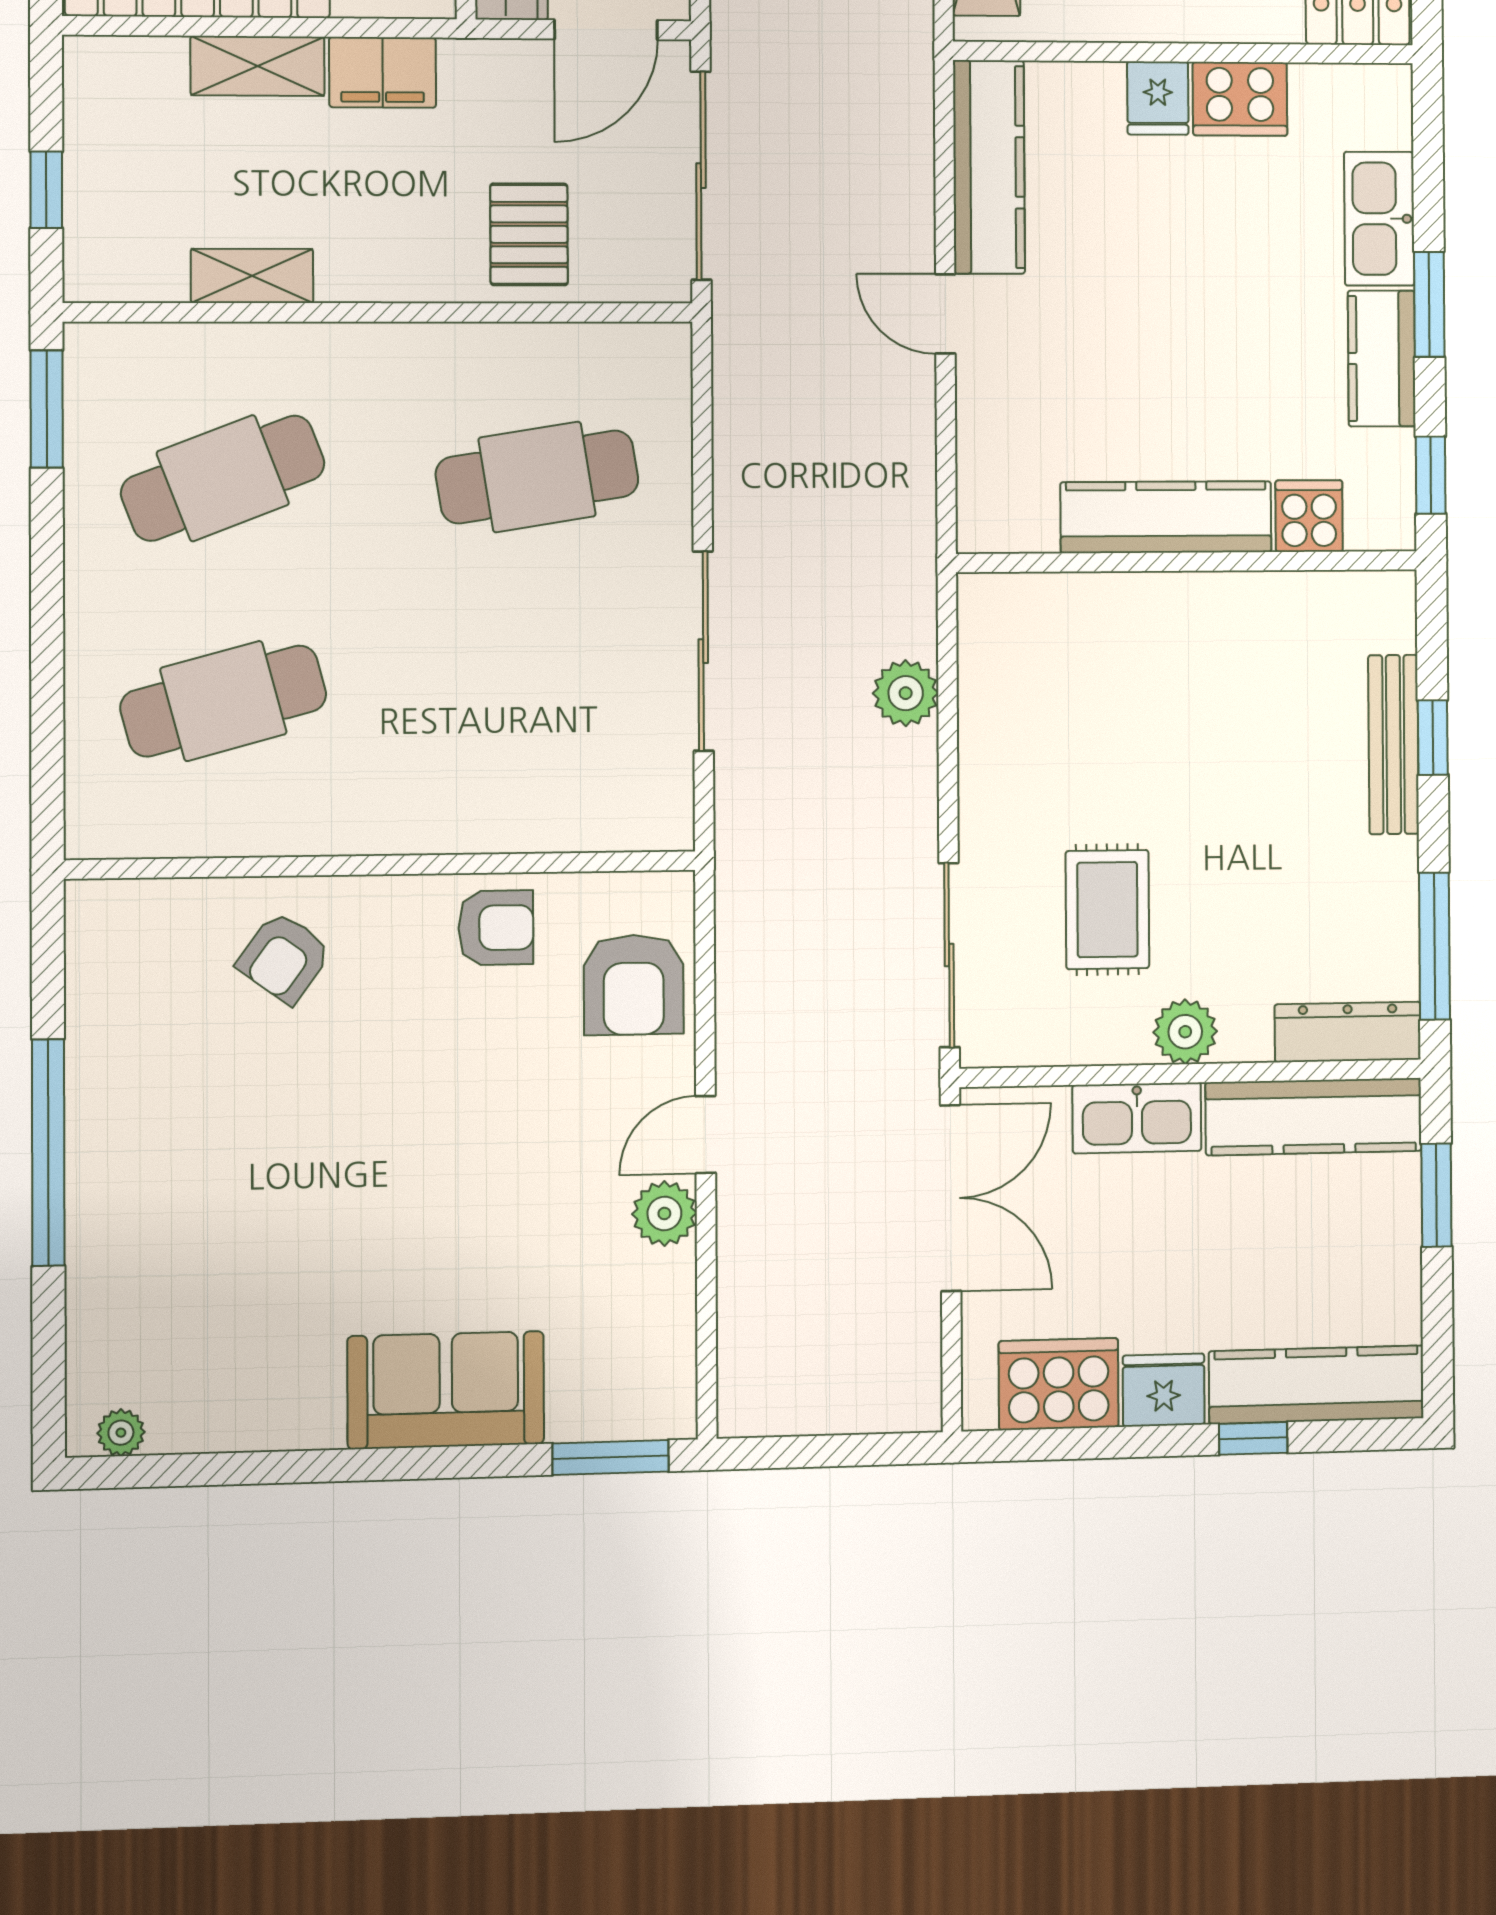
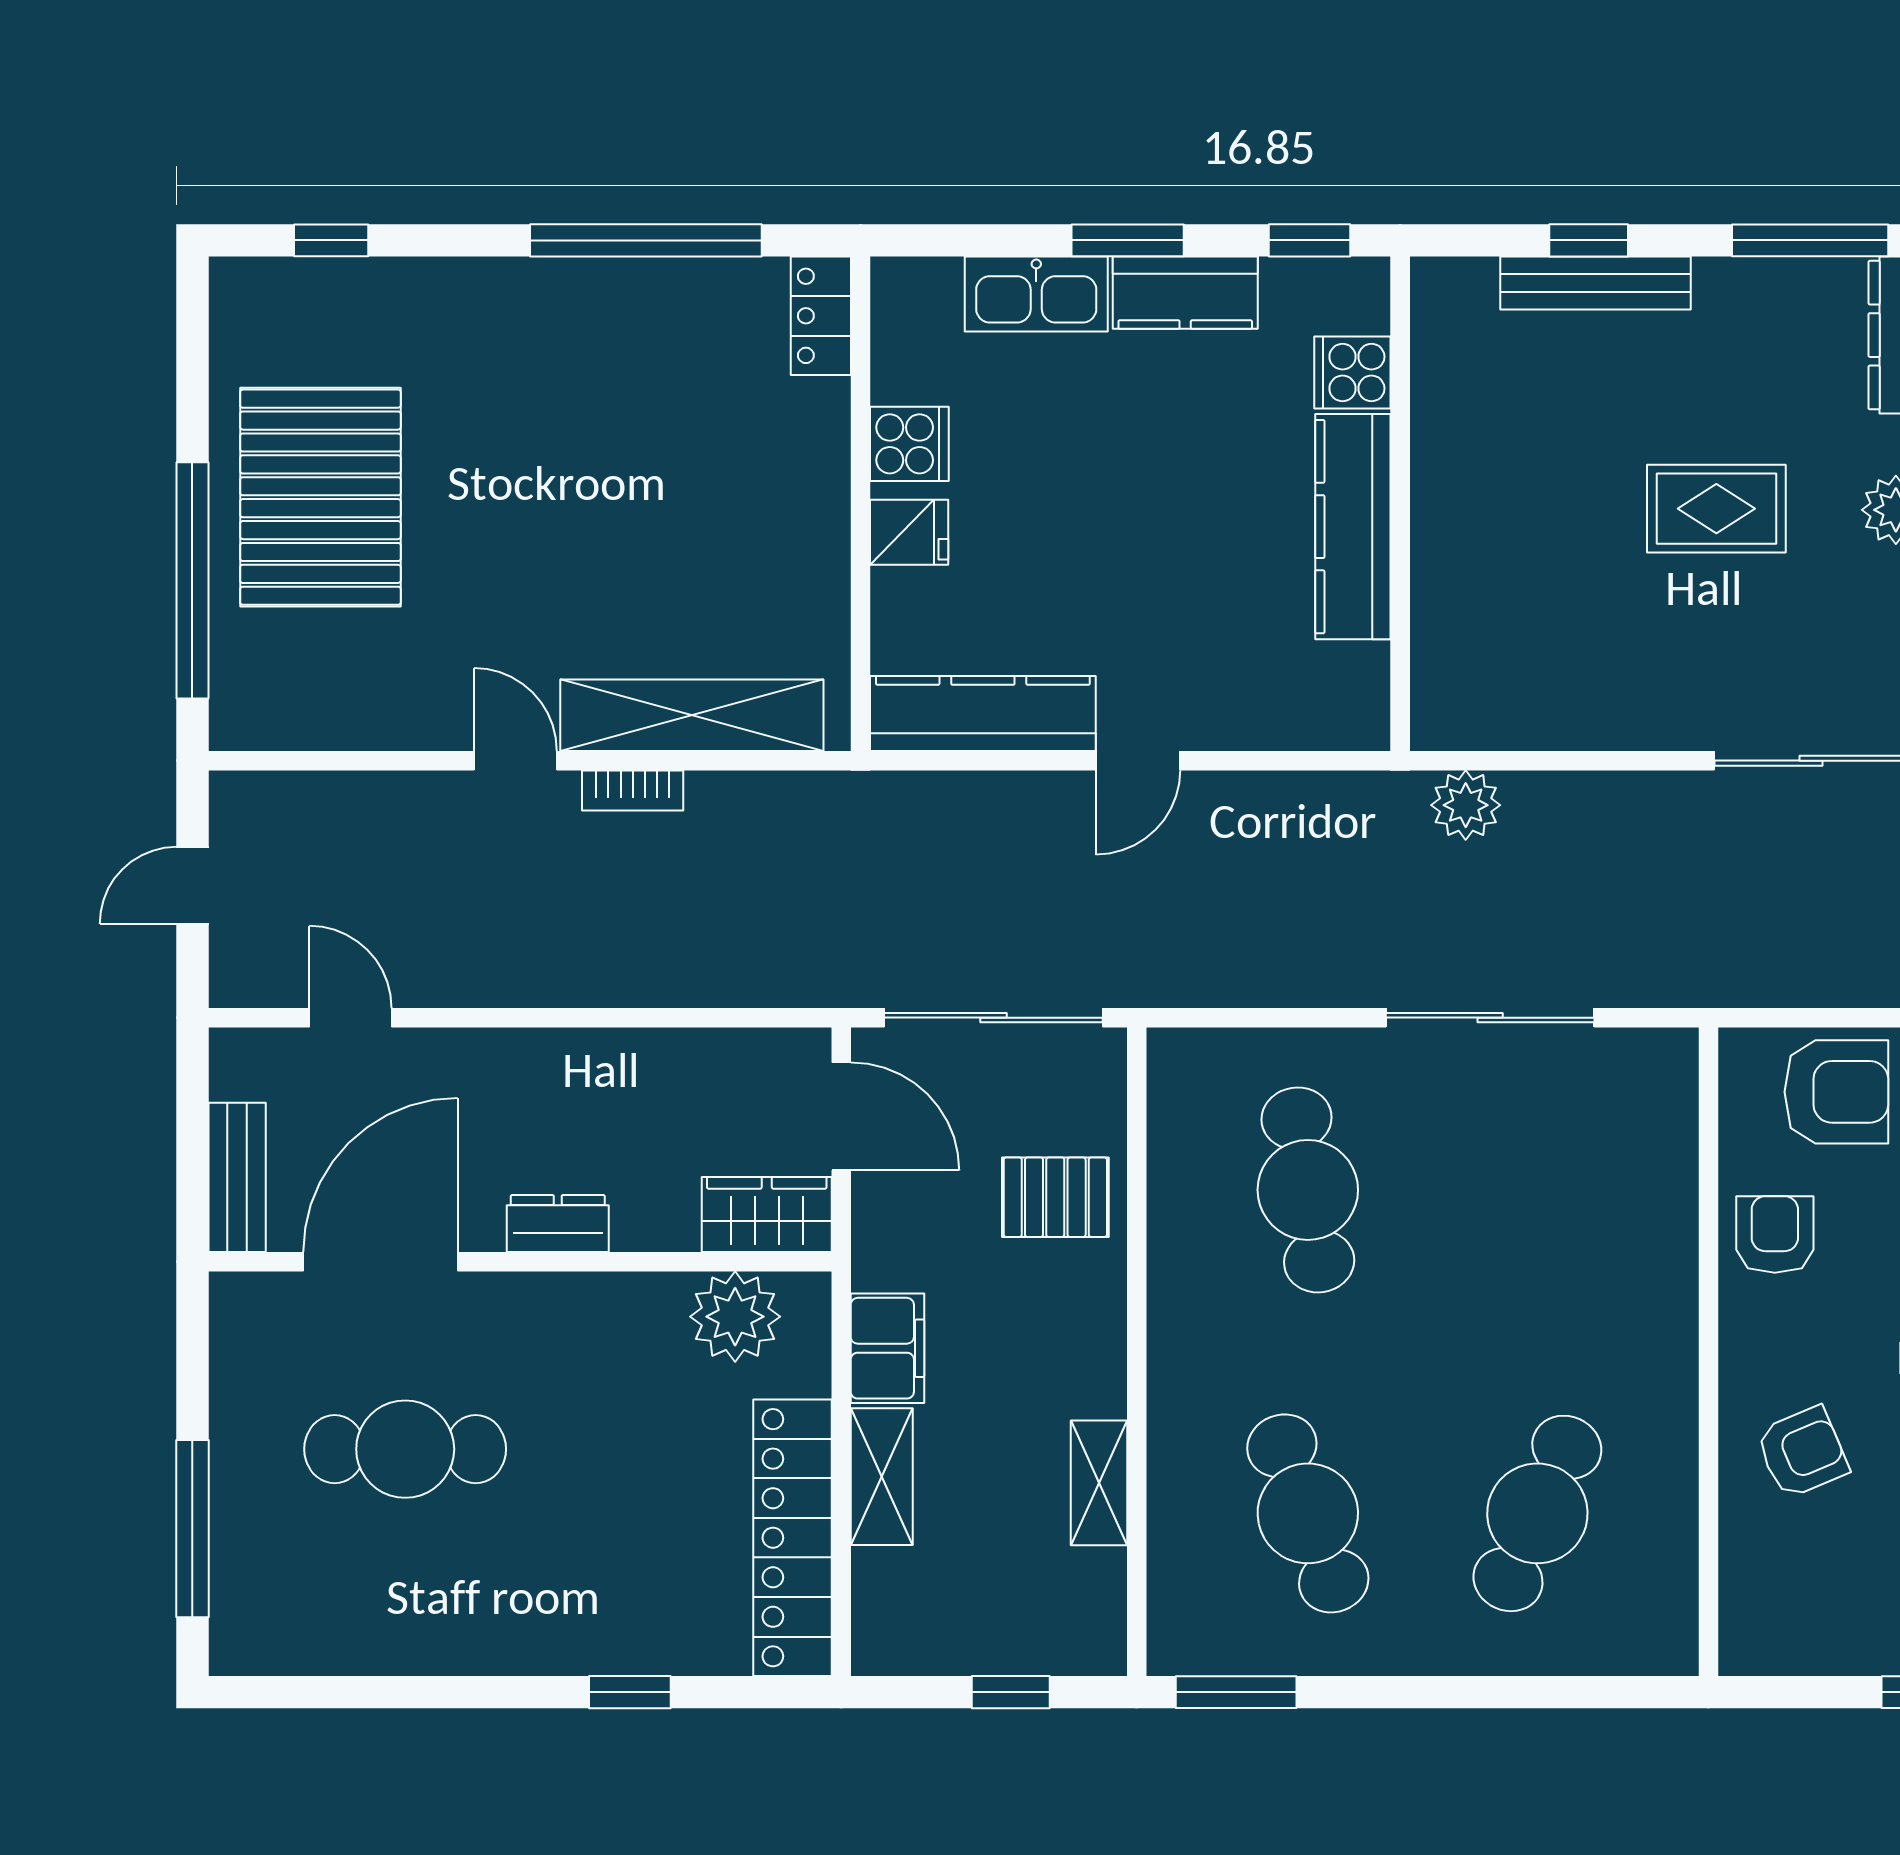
cooker: (1240, 99) -> (909, 444), width x0.73
plant: (906, 693) -> (1466, 805), moved
cafe table: (223, 701) -> (1537, 1513), turned 39
rug: (1107, 910) -> (1716, 509), moved
armchair: (284, 958) -> (1802, 1452), turned -59

